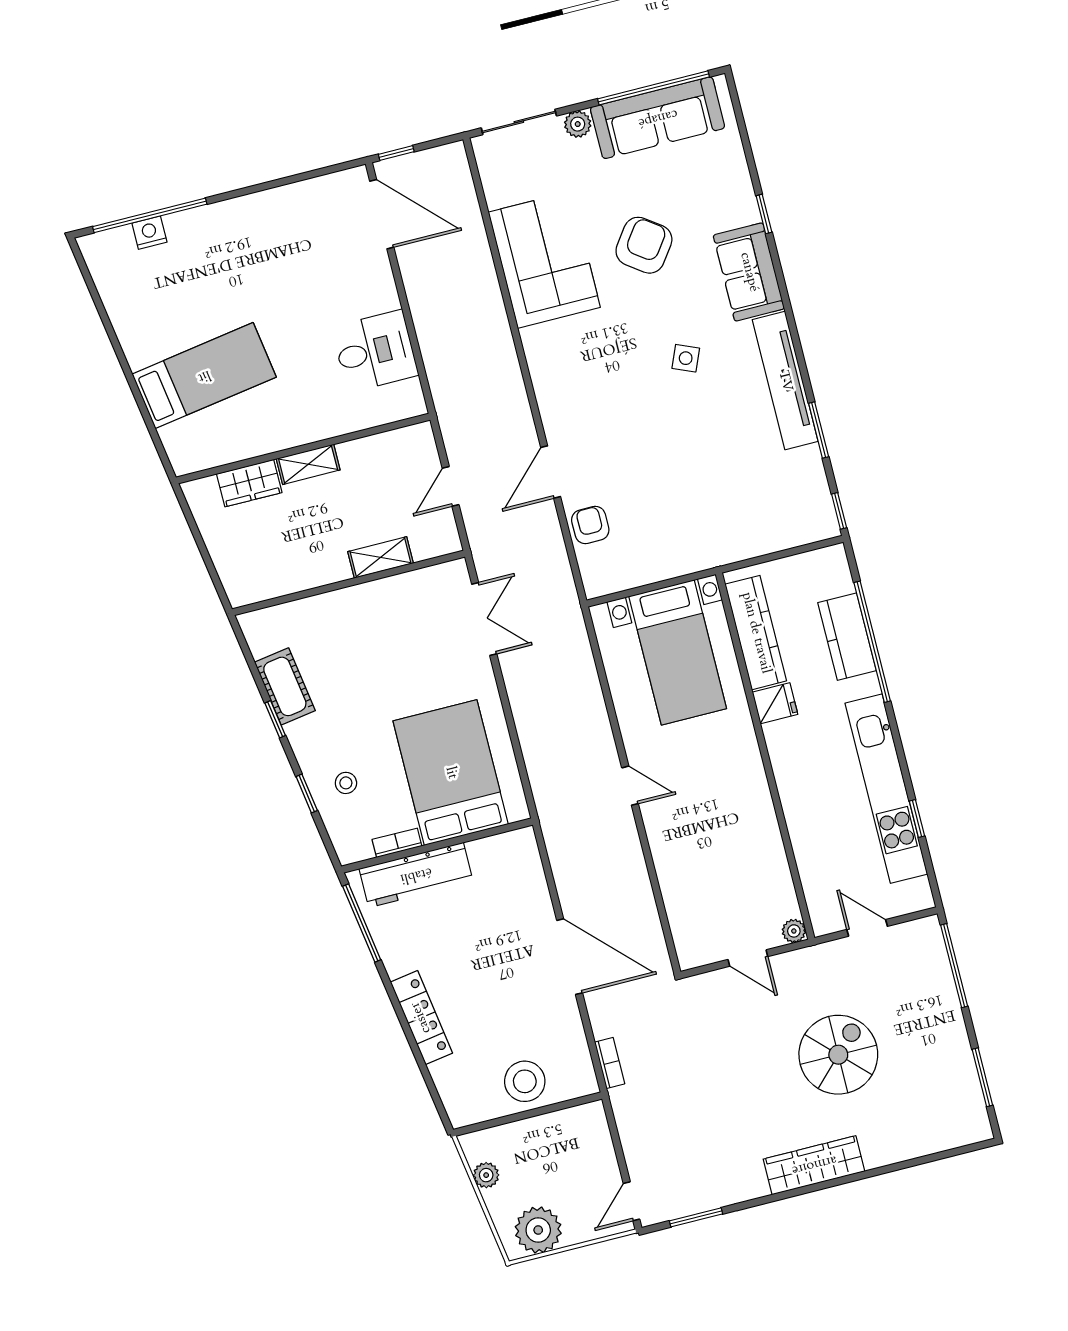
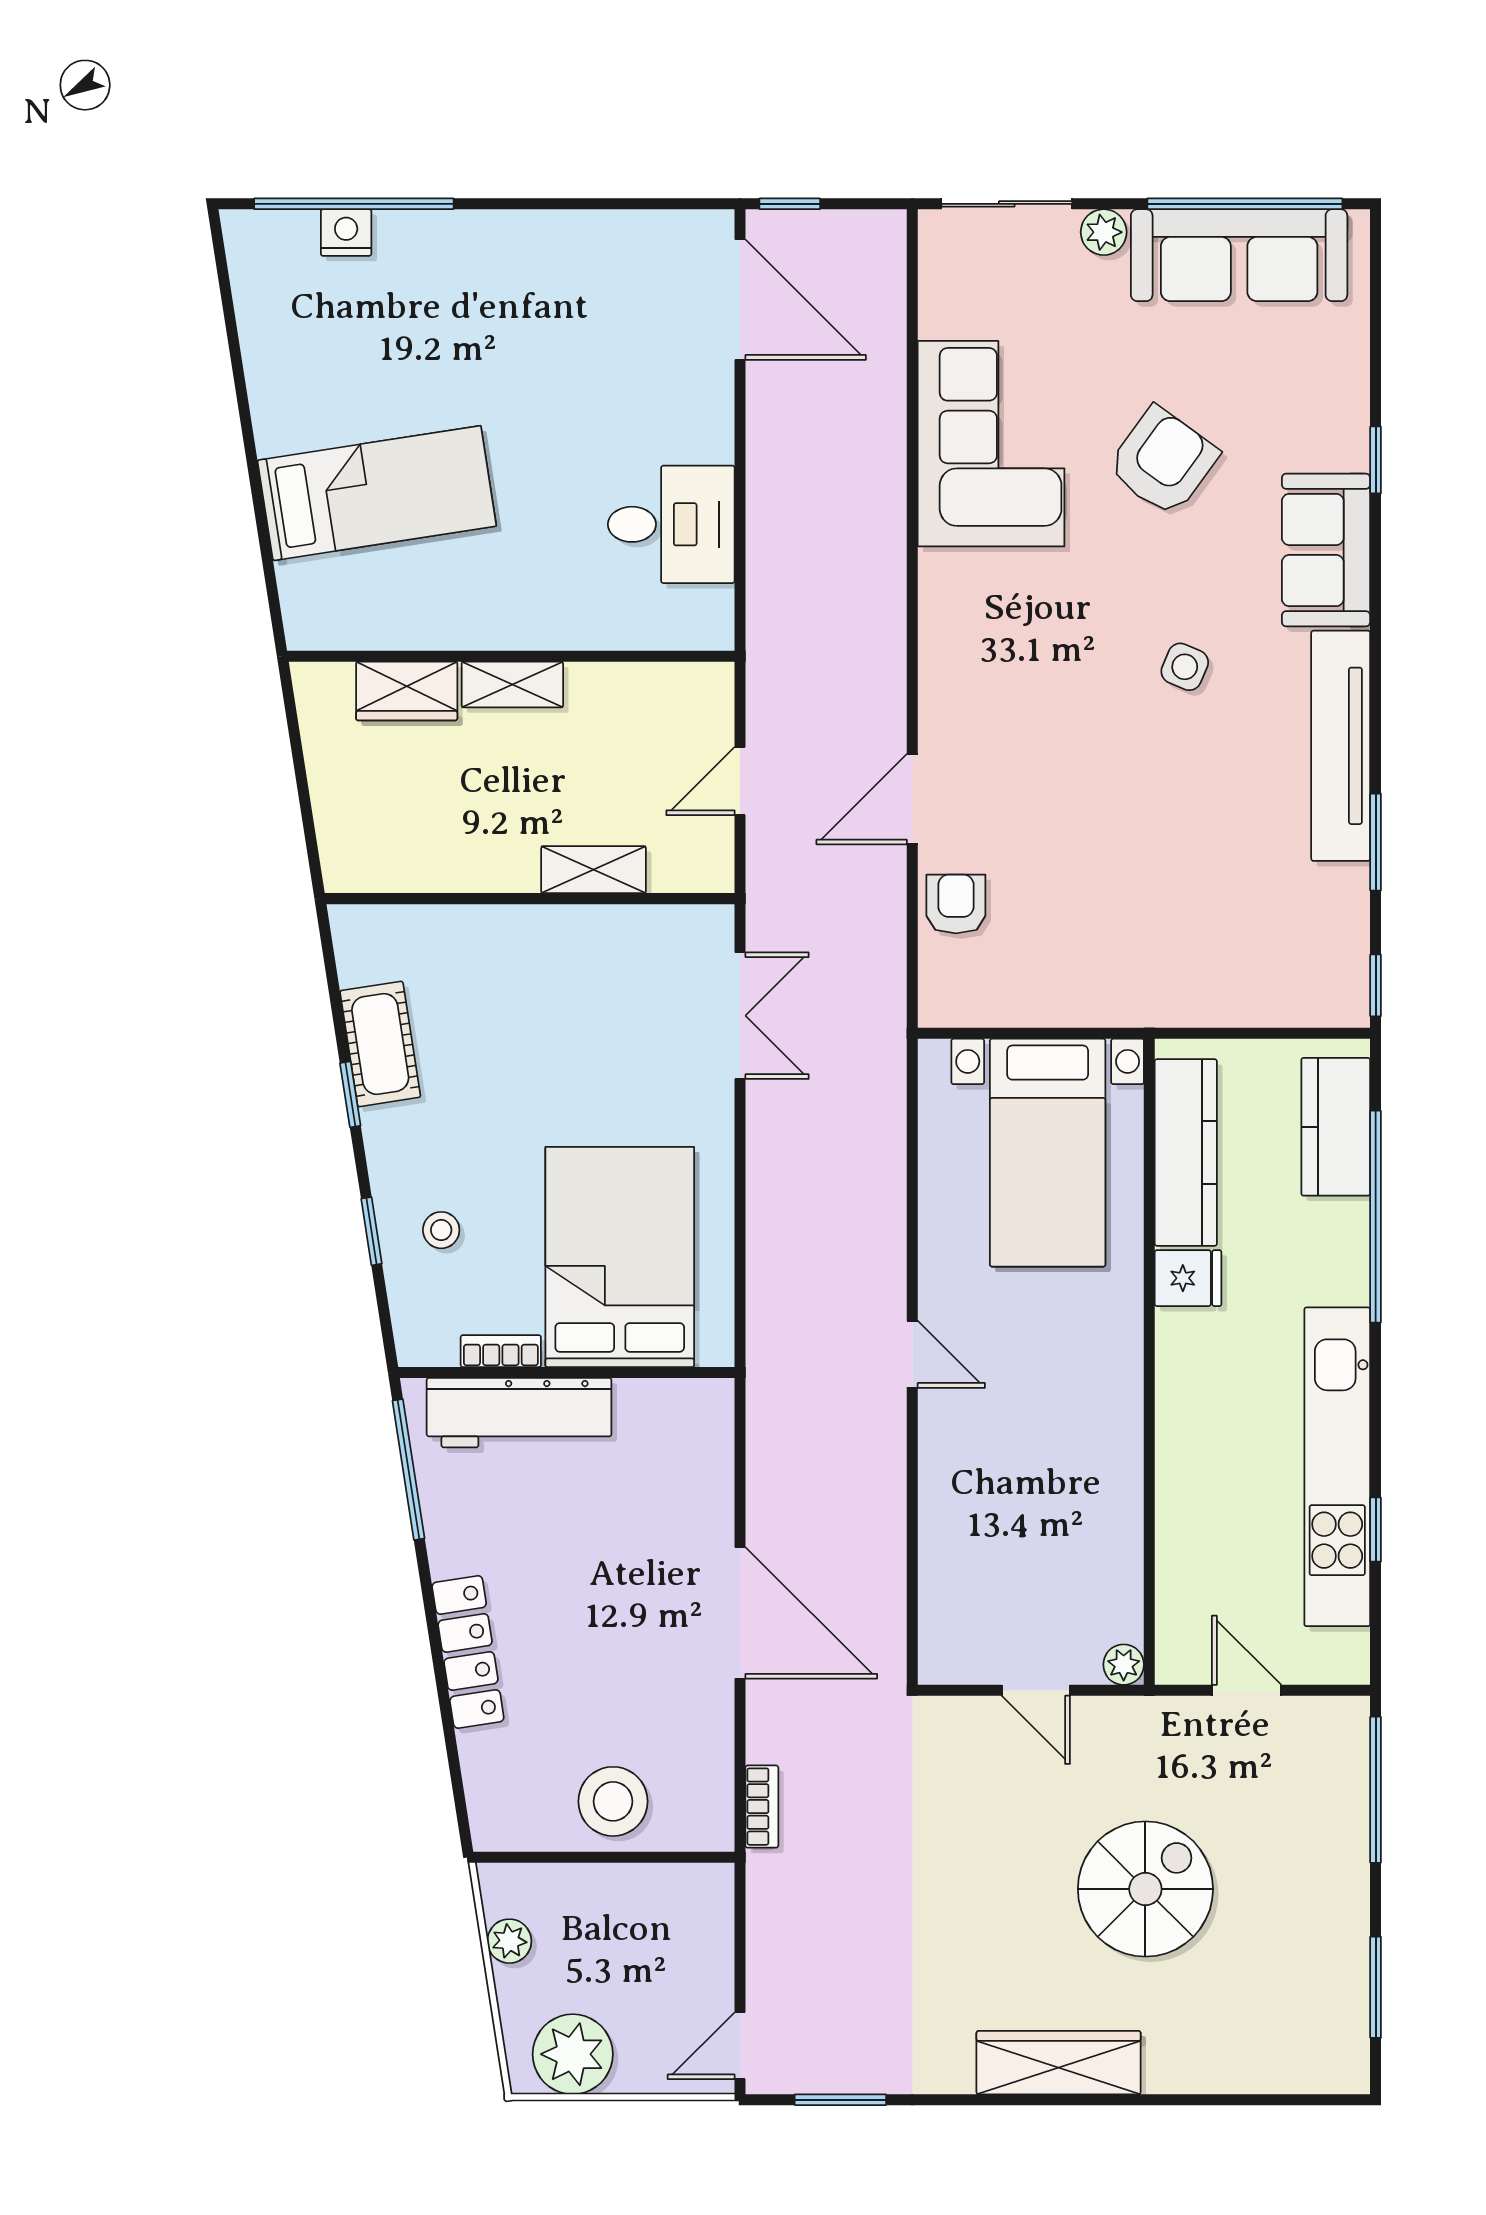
kitchen counter: (847, 637) -> (1336, 1127), moved

